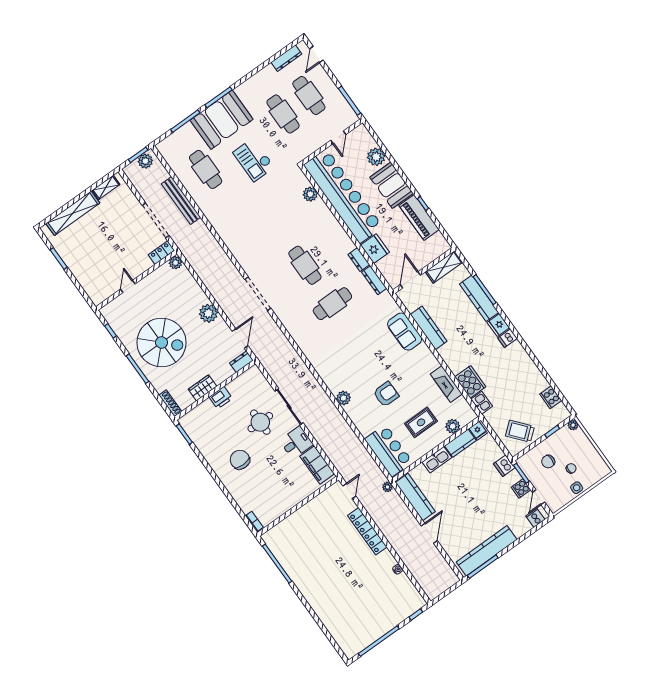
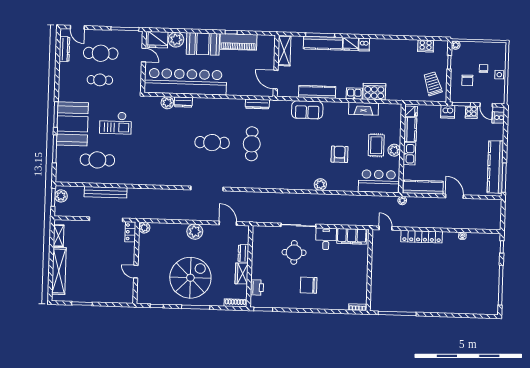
cafe table: (283, 114) -> (100, 80), width x0.73, depth x0.74
fridge: (375, 249) -> (158, 40), moved, turned 180
dresser: (359, 260) -> (183, 102), moved
dresser: (241, 362) -> (243, 253), moved
printer: (221, 398) -> (257, 287), moved
kitchen sink: (482, 403) -> (354, 93), moved
plant: (453, 426) -> (394, 150), moved
trolley: (520, 431) -> (433, 84), turned 111

